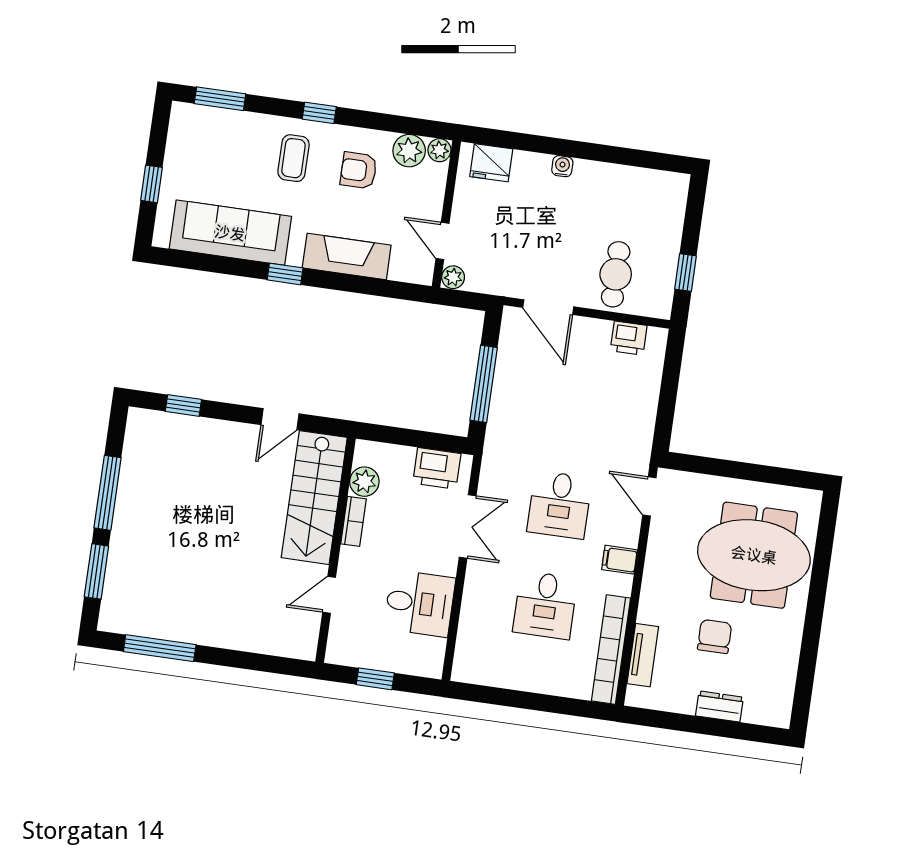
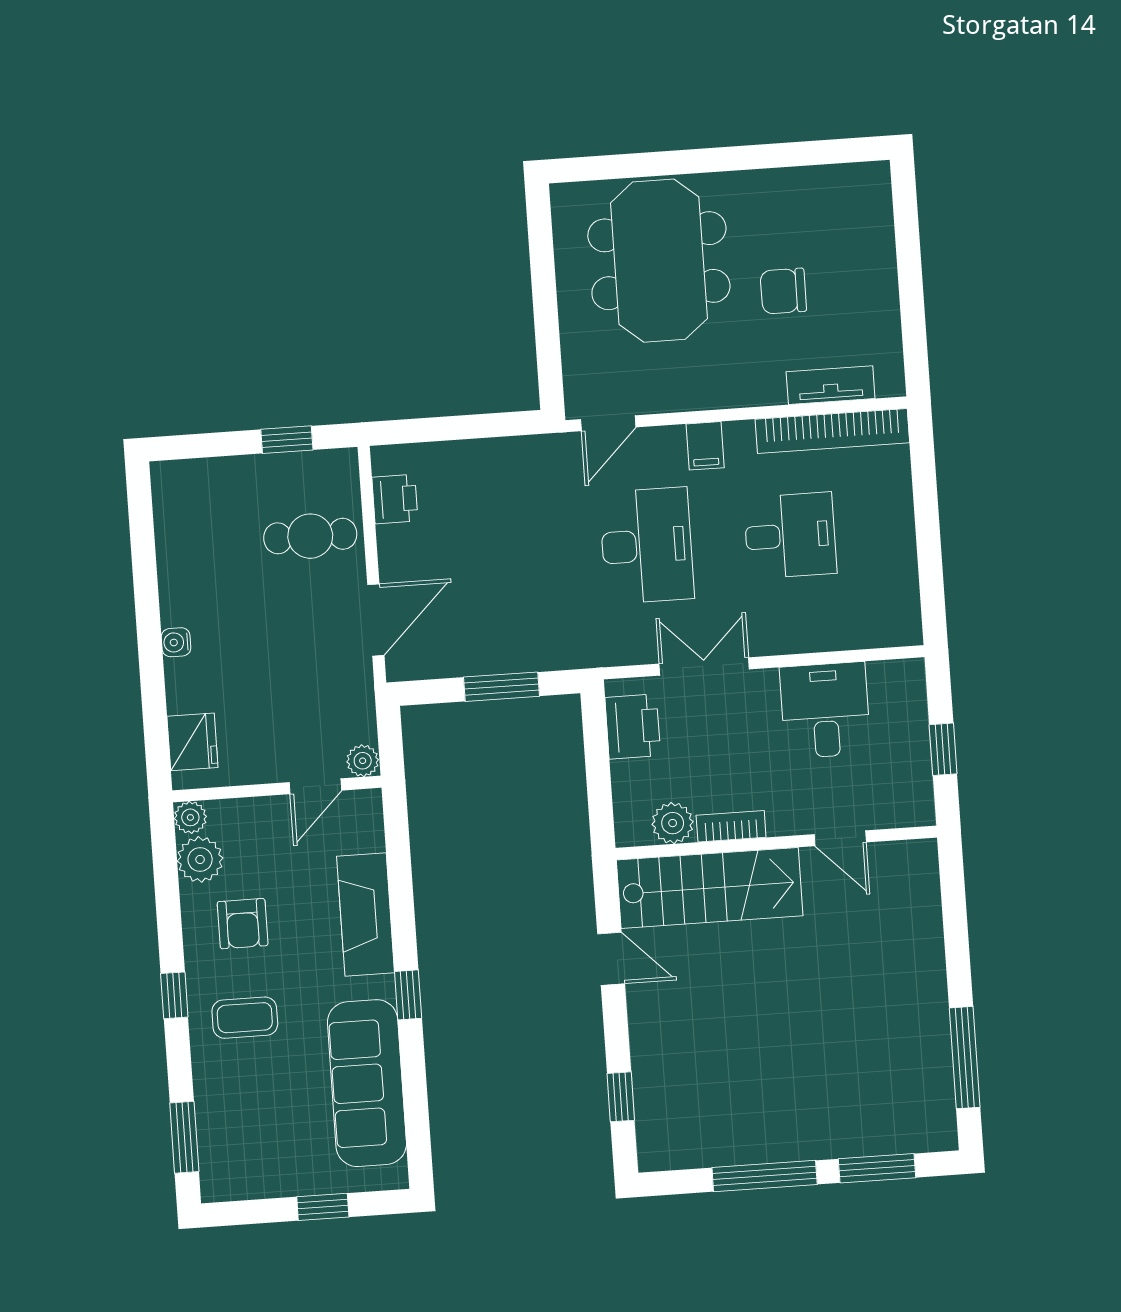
window: (484, 384) -> (502, 687), width x0.69
desk: (559, 505) -> (647, 546), width x1.37
dresser: (719, 706) -> (879, 263), removed

